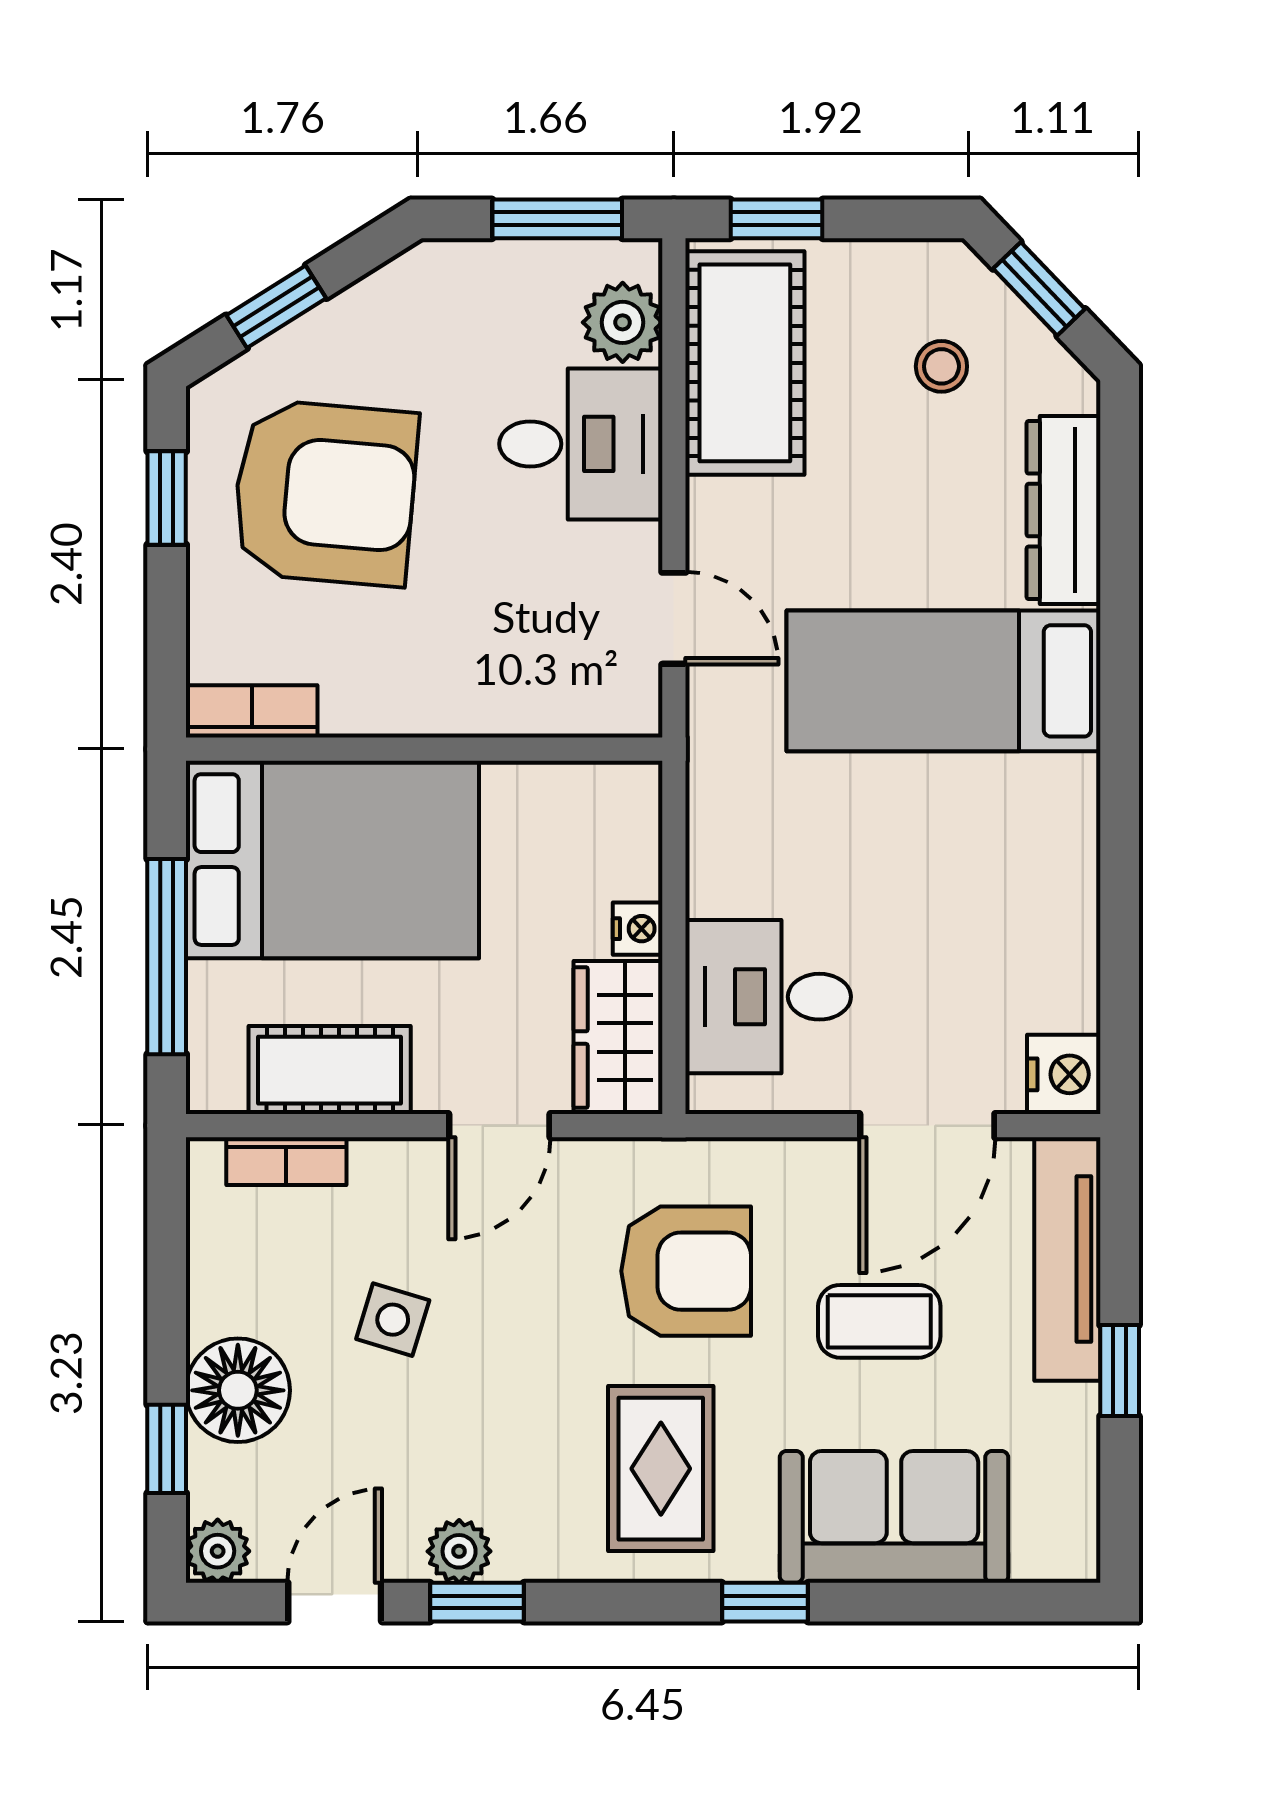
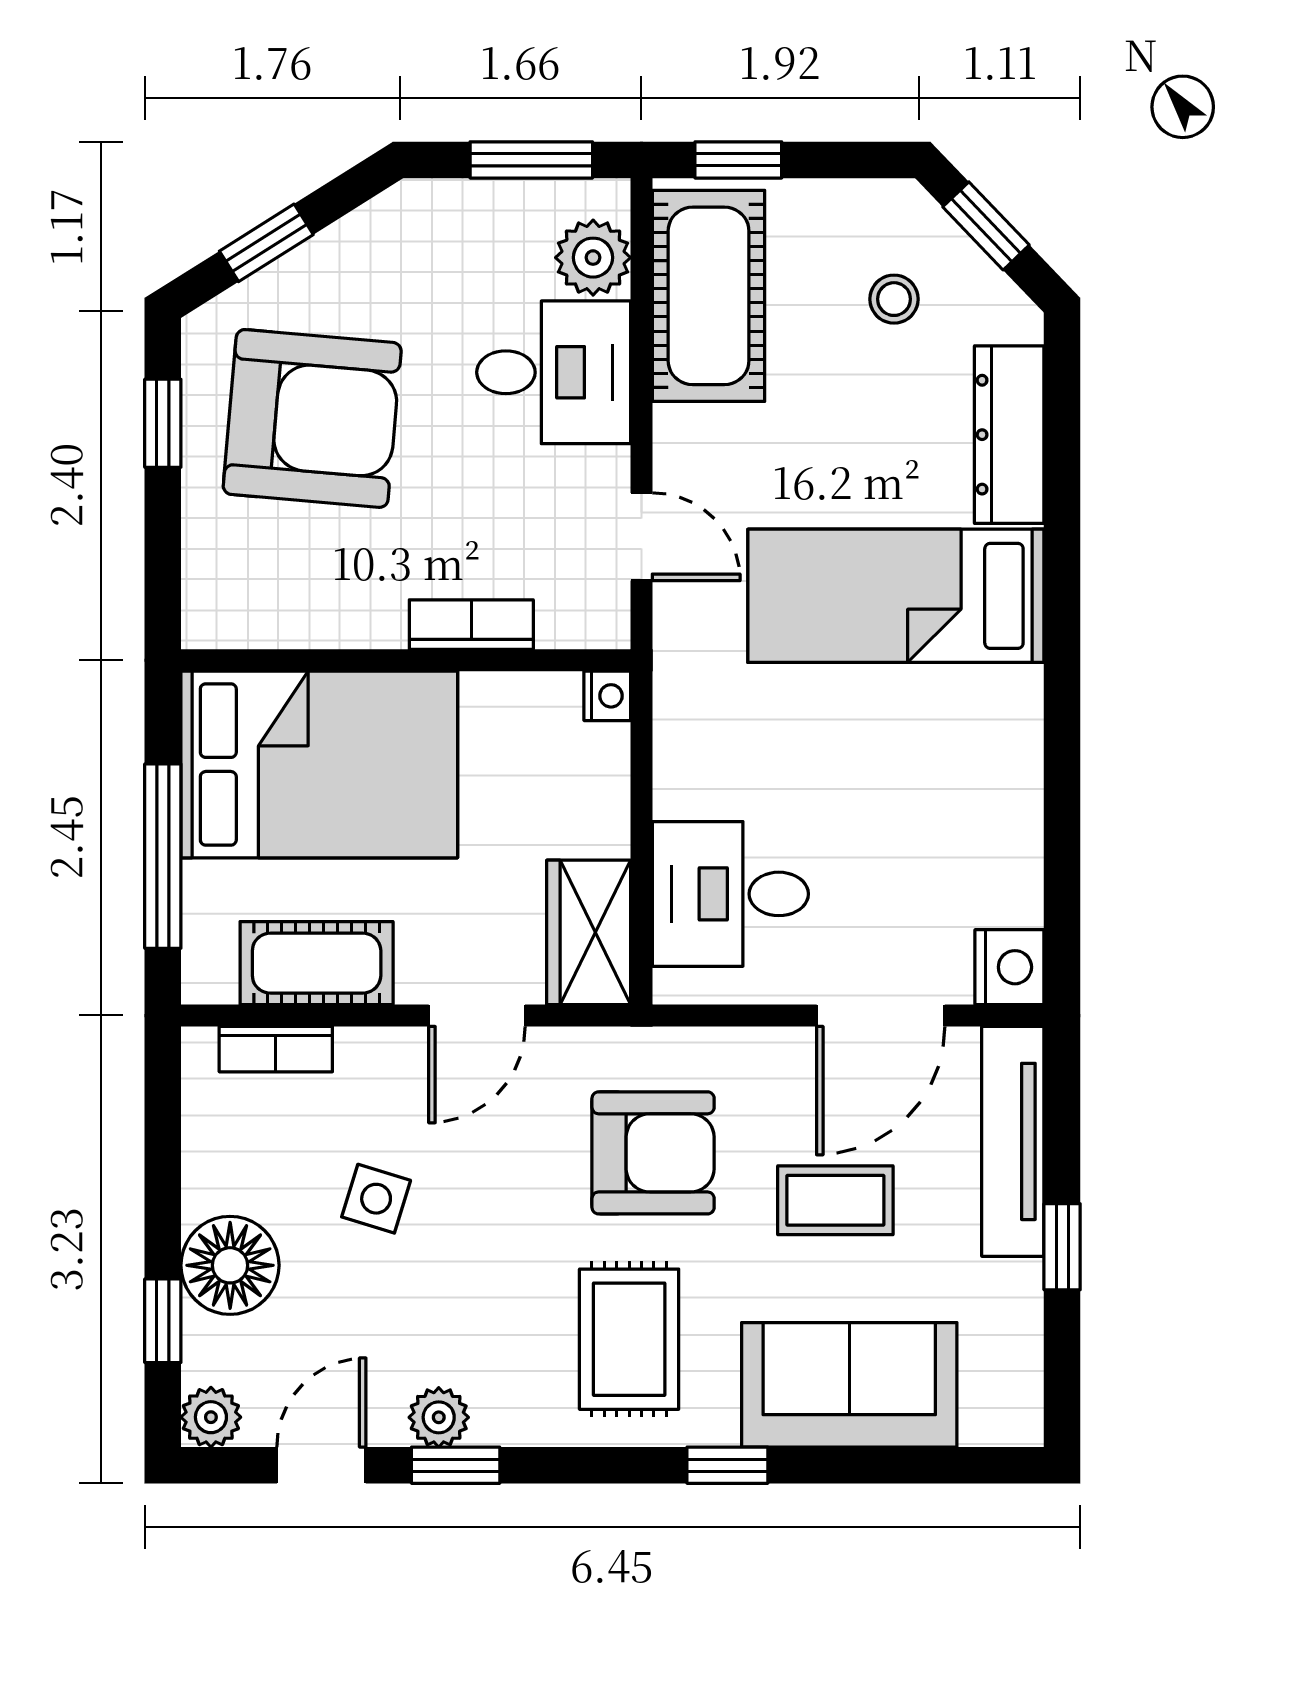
bookcase: (252, 711) -> (471, 625), moved
nightstand: (638, 929) -> (607, 696), moved

